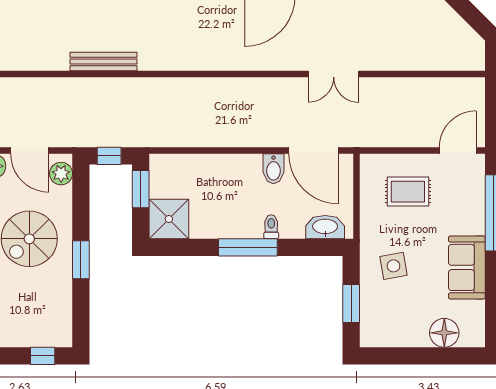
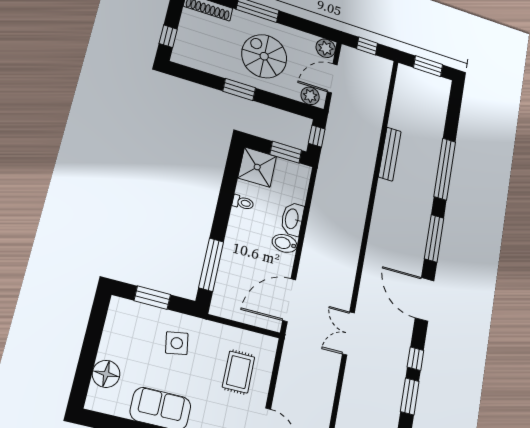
bidet: (273, 169) -> (285, 243), moved
toilet: (271, 227) -> (243, 203), moved
washbasin: (325, 227) -> (292, 219), moved, turned 180
window: (248, 247) -> (211, 265), moved

